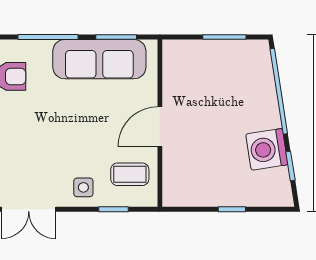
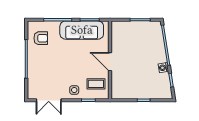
door: (160, 127) -> (110, 62), hinge flipped
washing machine: (267, 149) -> (163, 68), width x0.53, depth x0.53

